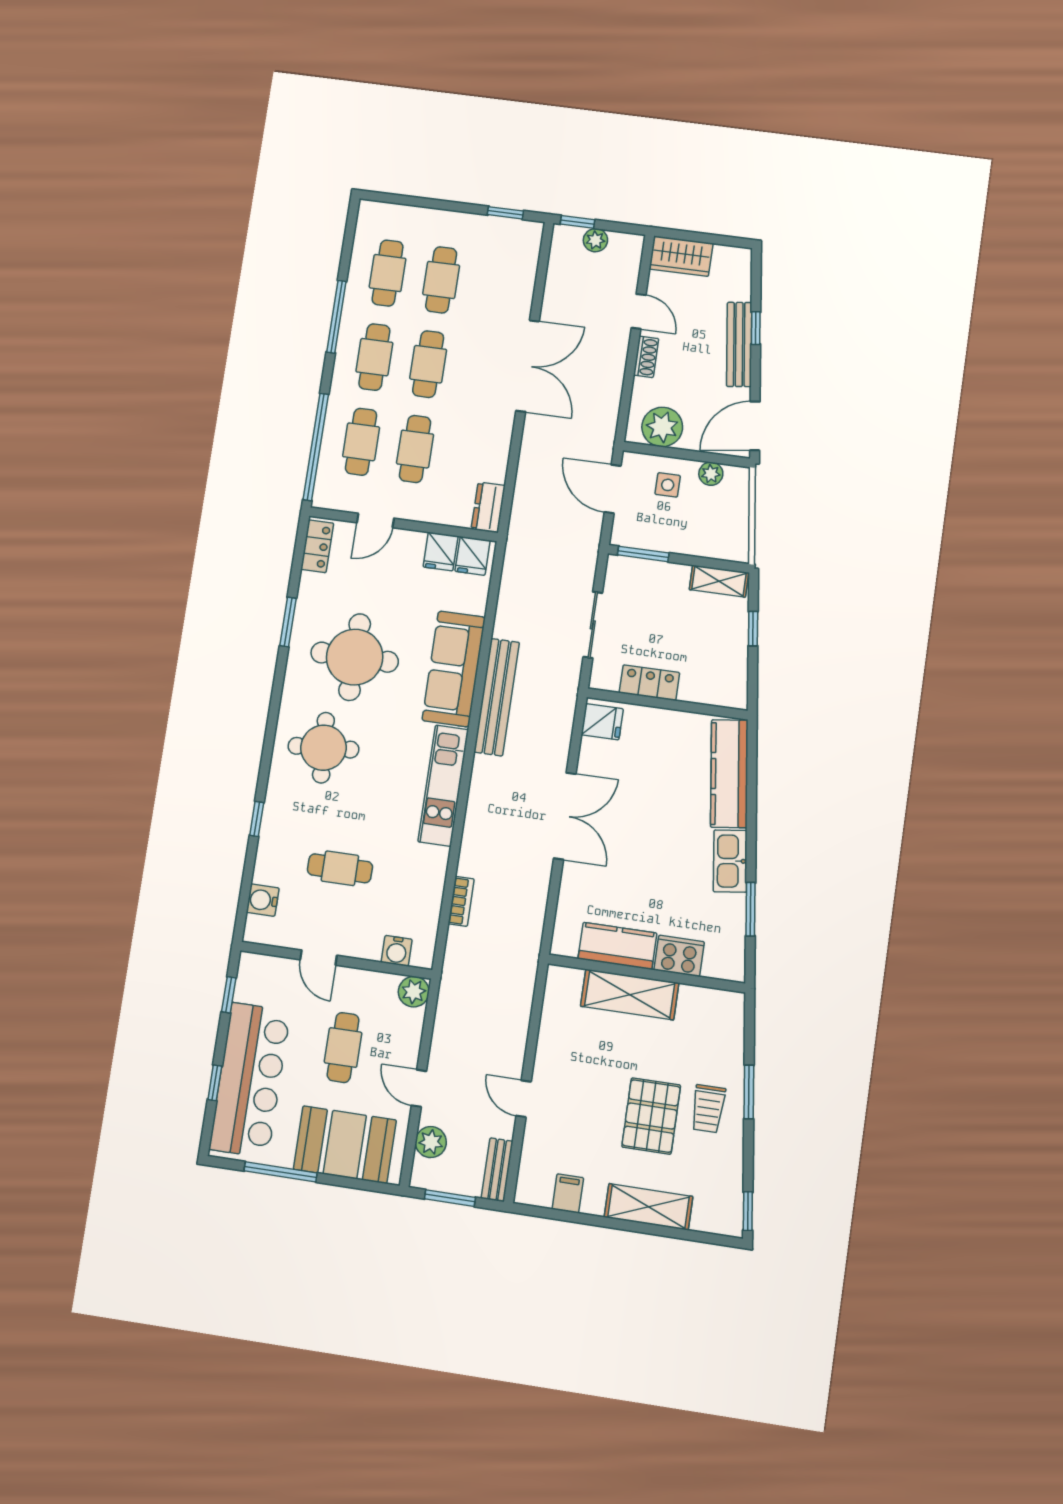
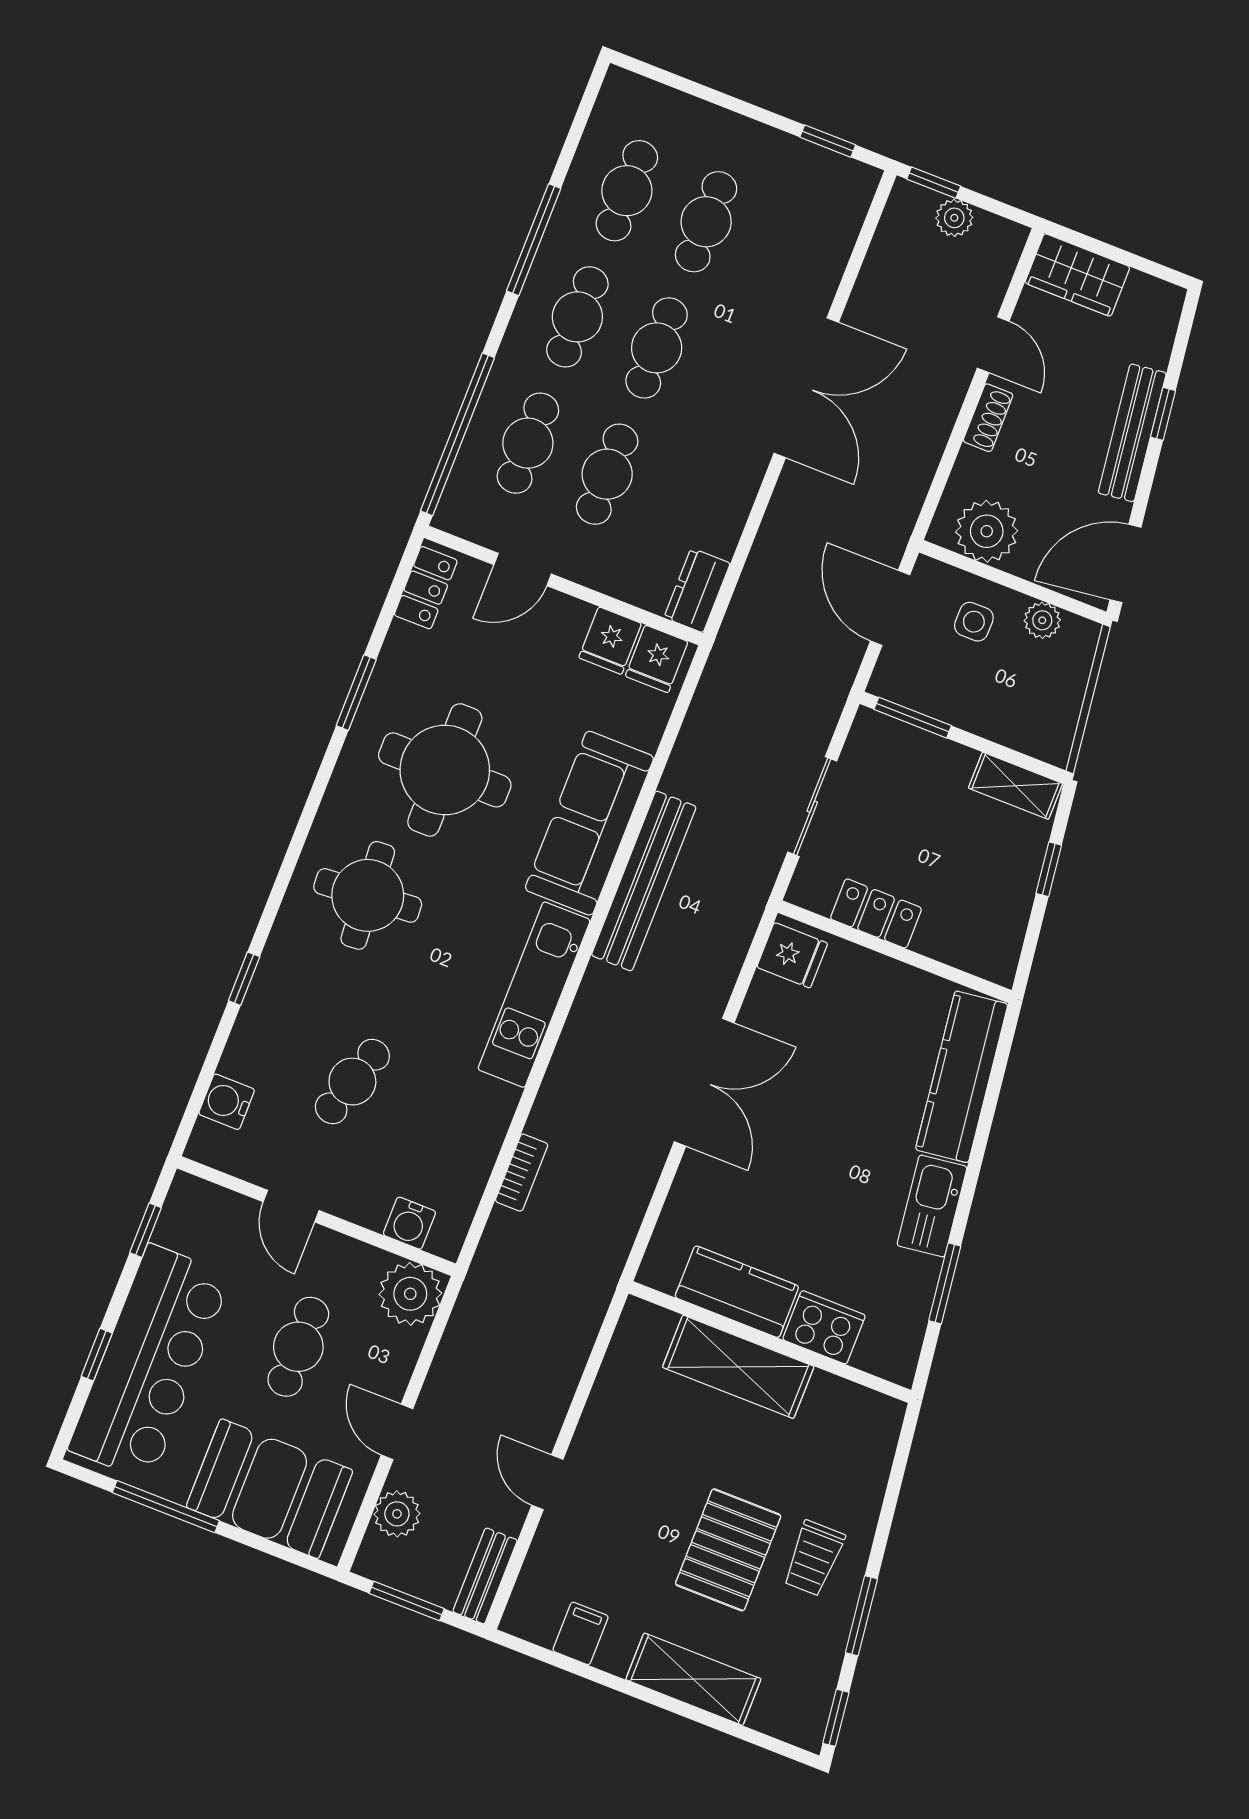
cafe table: (340, 868) -> (352, 1082), turned -73
plant: (414, 992) -> (410, 1294), width x1.36, depth x1.36
window: (749, 1092) -> (861, 1616), moved

